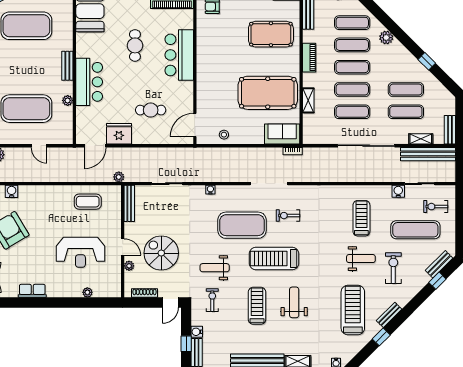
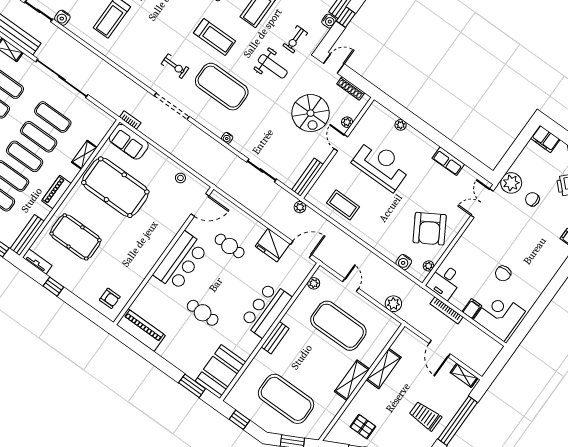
cafe table: (135, 45) -> (203, 313), turned 90
bar counter: (179, 55) -> (181, 261), moved
plant: (68, 100) -> (314, 283), moved
treadmill: (274, 259) -> (215, 37), width x0.73, depth x0.73

